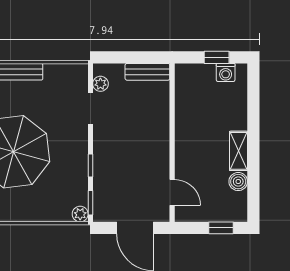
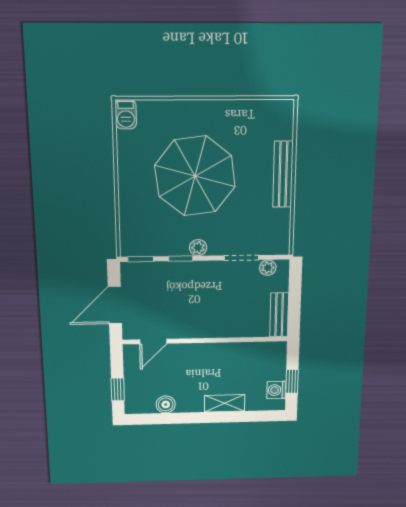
shelving: (239, 151) -> (225, 403), moved
plant: (80, 214) -> (198, 248), moved

